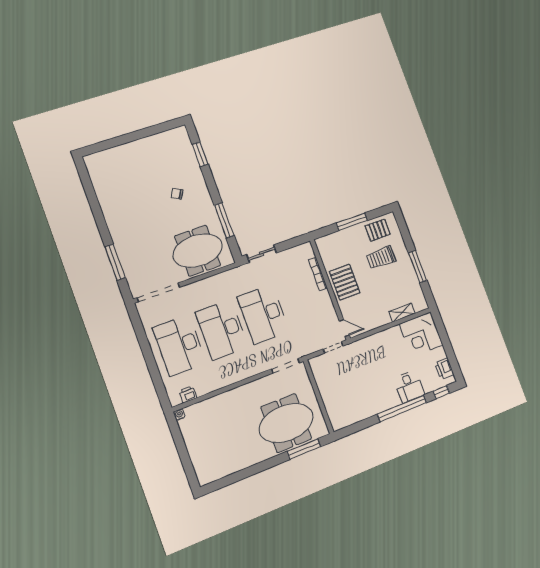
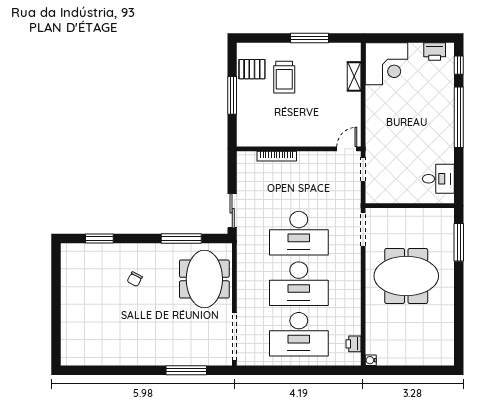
pallet: (378, 230) -> (252, 69), turned 90
pallet: (345, 282) -> (297, 129), removed
desk: (409, 387) -> (438, 179), moved
meeting table: (286, 423) -> (406, 276), moved, turned 90

